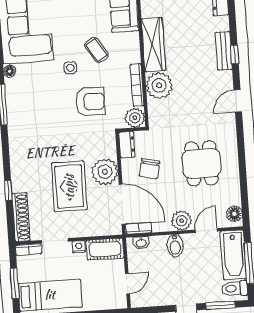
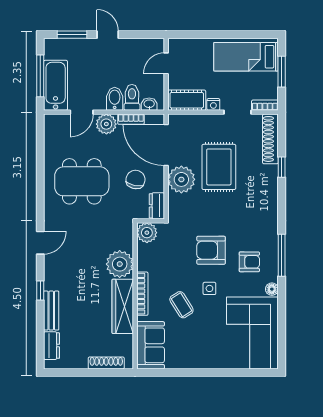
bench: (224, 51) -> (51, 311), moved
bookcase: (137, 85) -> (142, 294), moved
armchair: (33, 96) -> (249, 262), added
armchair: (90, 102) -> (211, 250), moved
dining table: (201, 163) -> (82, 181), width x1.38
floor lamp: (234, 214) -> (52, 127), removed
bookcase: (139, 228) -> (131, 119), moved
toilet: (235, 288) -> (132, 97), moved, turned -90

